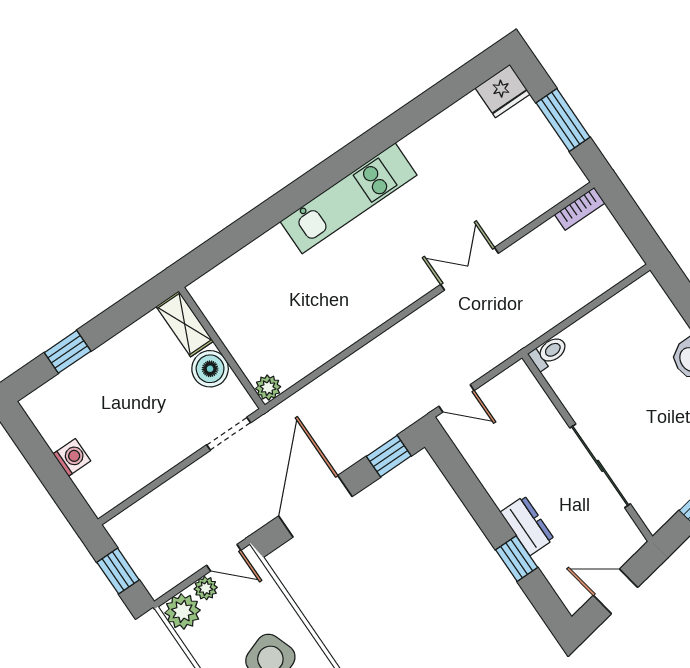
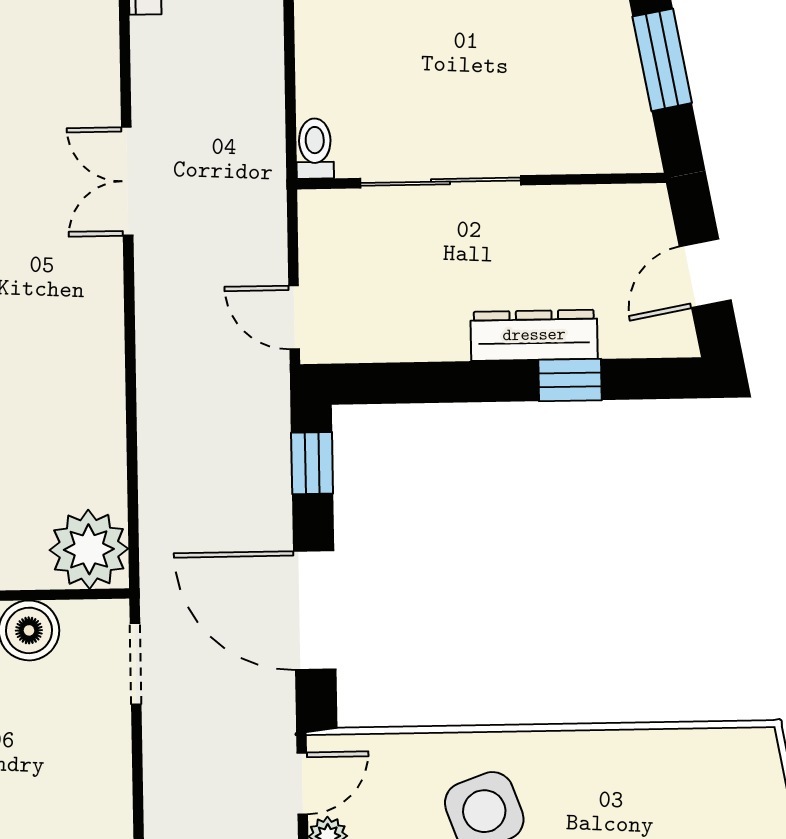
plant: (268, 388) -> (89, 549), width x1.87, depth x1.87
door: (456, 398) -> (294, 317), swing flipped
sliding door: (600, 466) -> (441, 182), moved
dresser: (527, 526) -> (534, 335), width x1.44

